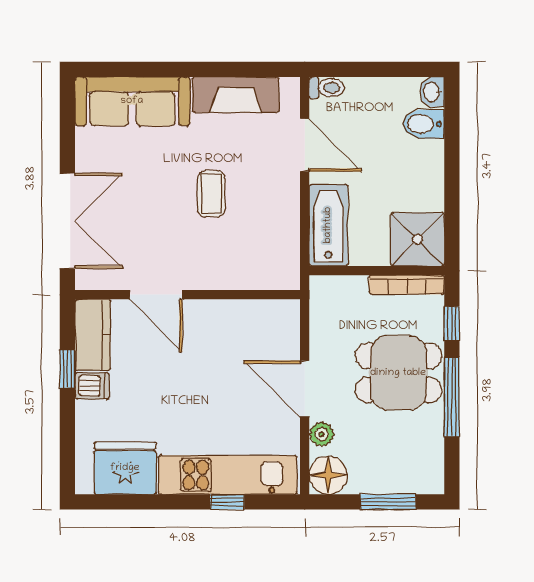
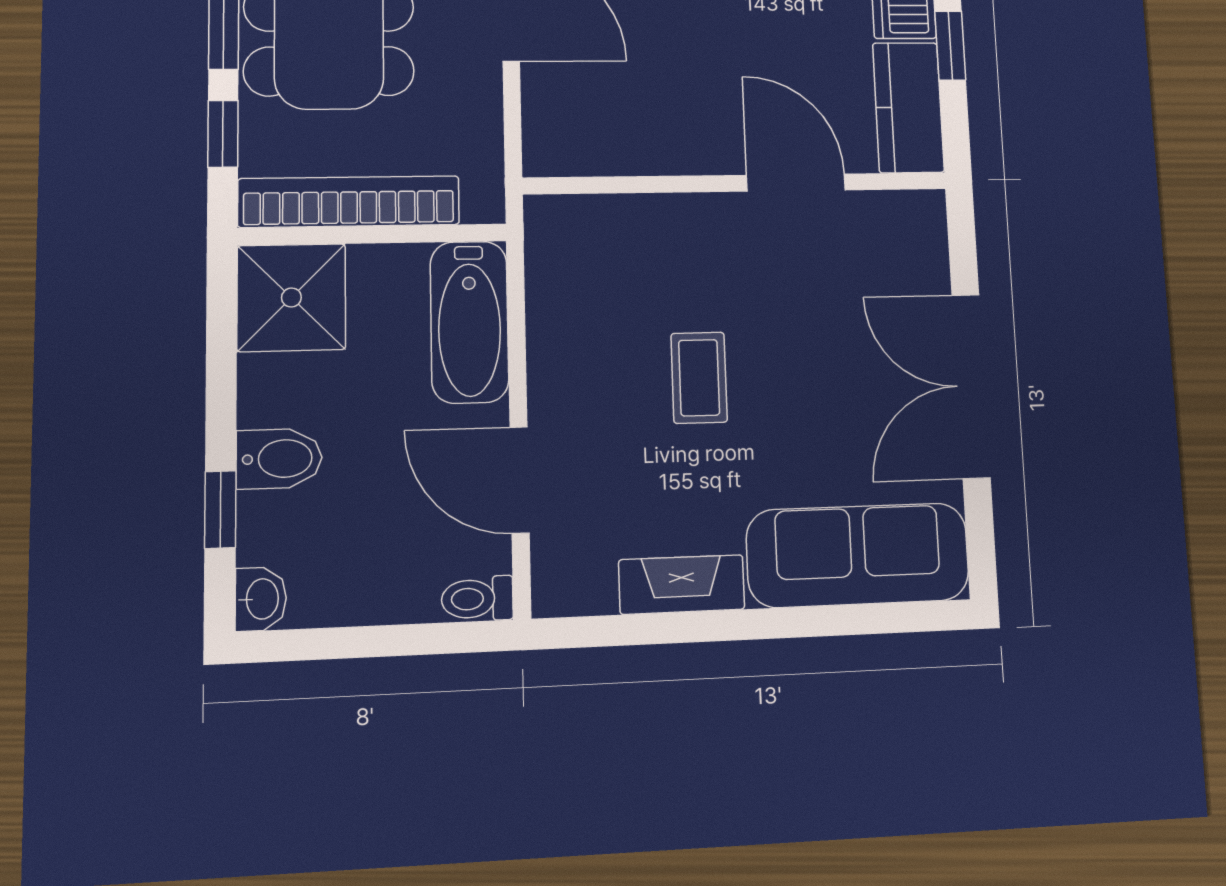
fireplace: (236, 95) -> (682, 584), width x0.73, depth x0.76
bidet: (423, 124) -> (279, 459), moved
window: (452, 136) -> (220, 509), added
double door: (67, 221) -> (971, 386), moved
bookcase: (407, 285) -> (349, 202), width x1.48, depth x1.31

